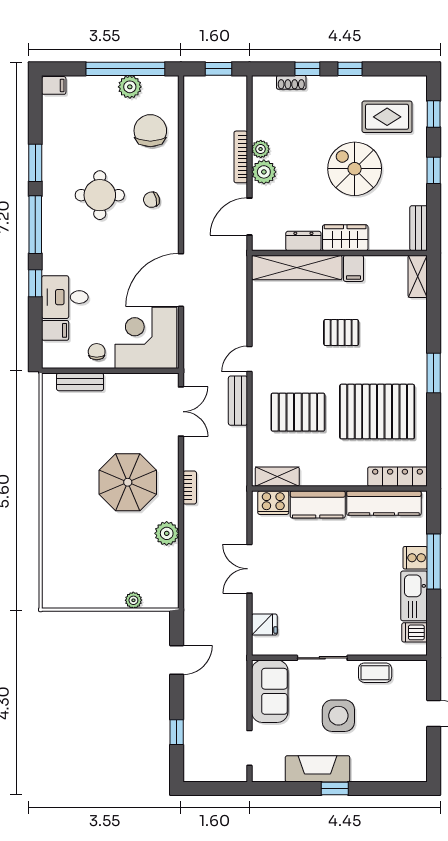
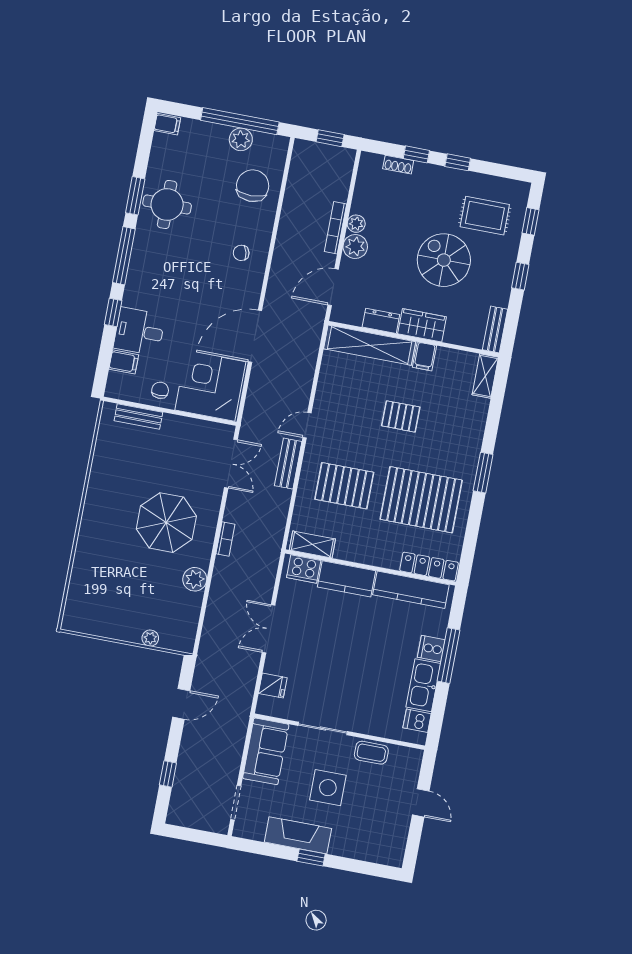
round table: (100, 195) -> (167, 205), moved

